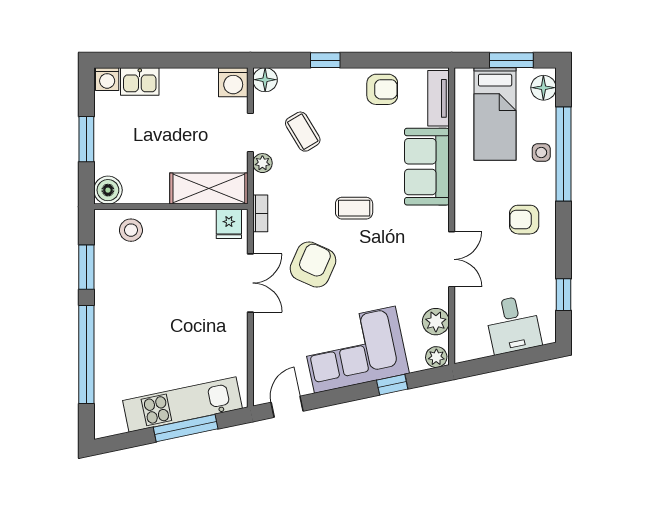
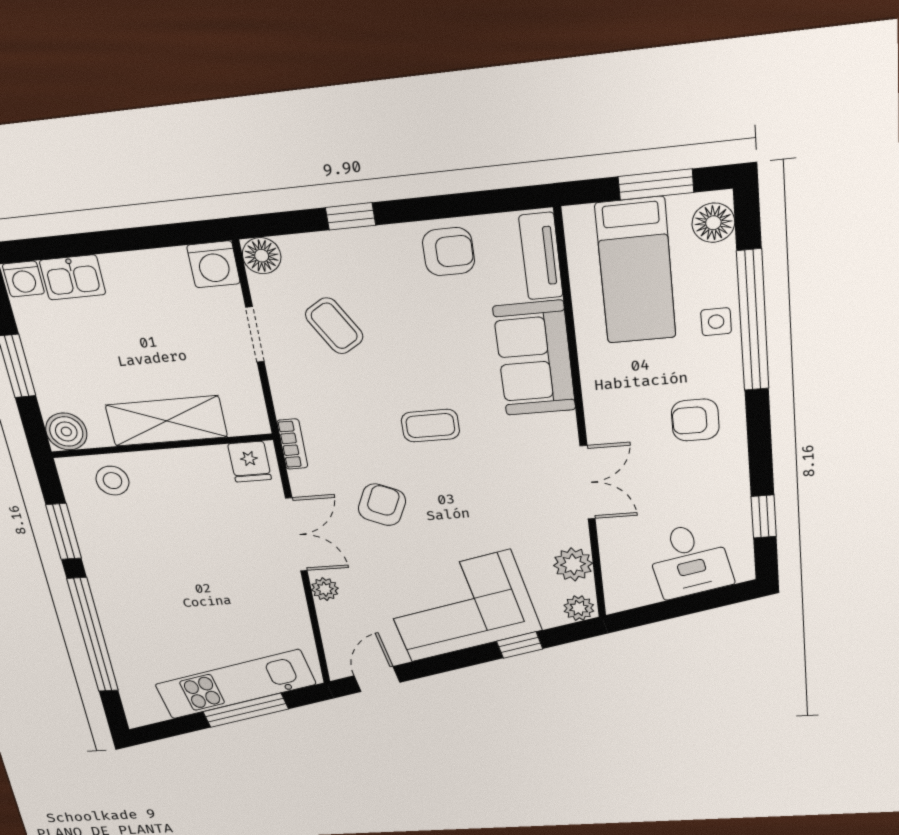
plant: (262, 163) -> (325, 589), moved
shelving: (209, 189) -> (166, 421), moved
armchair: (313, 264) -> (382, 505), width x0.72, depth x0.72

